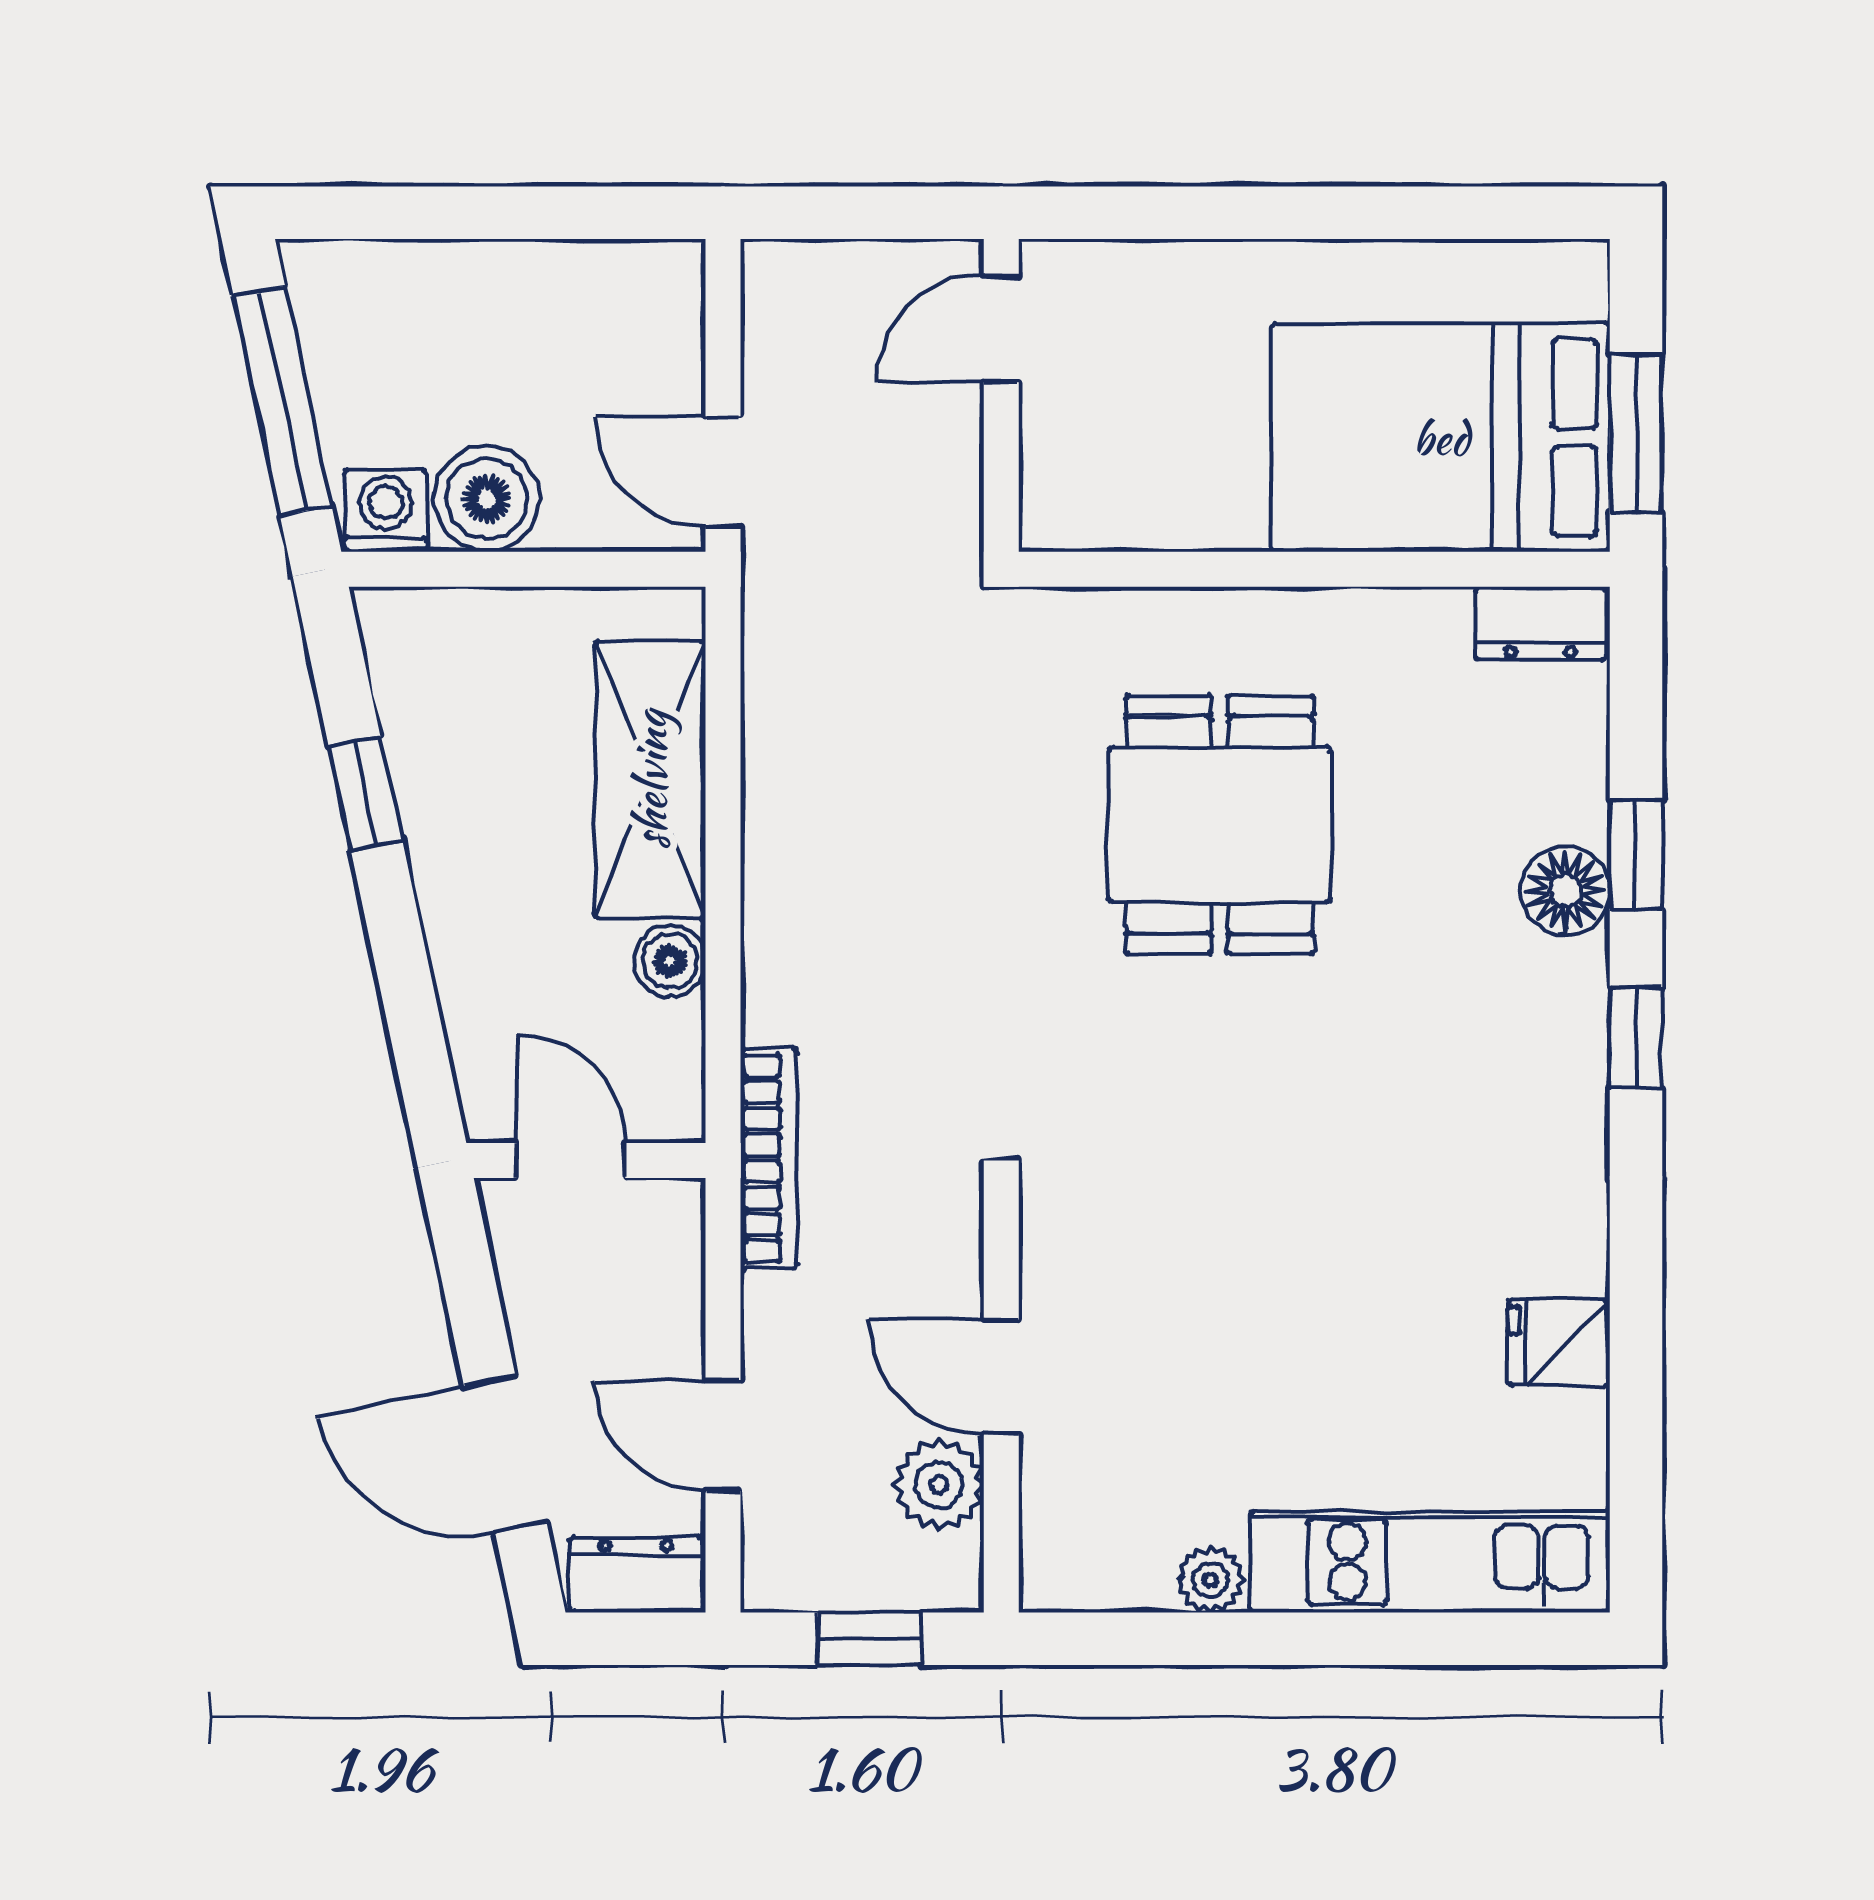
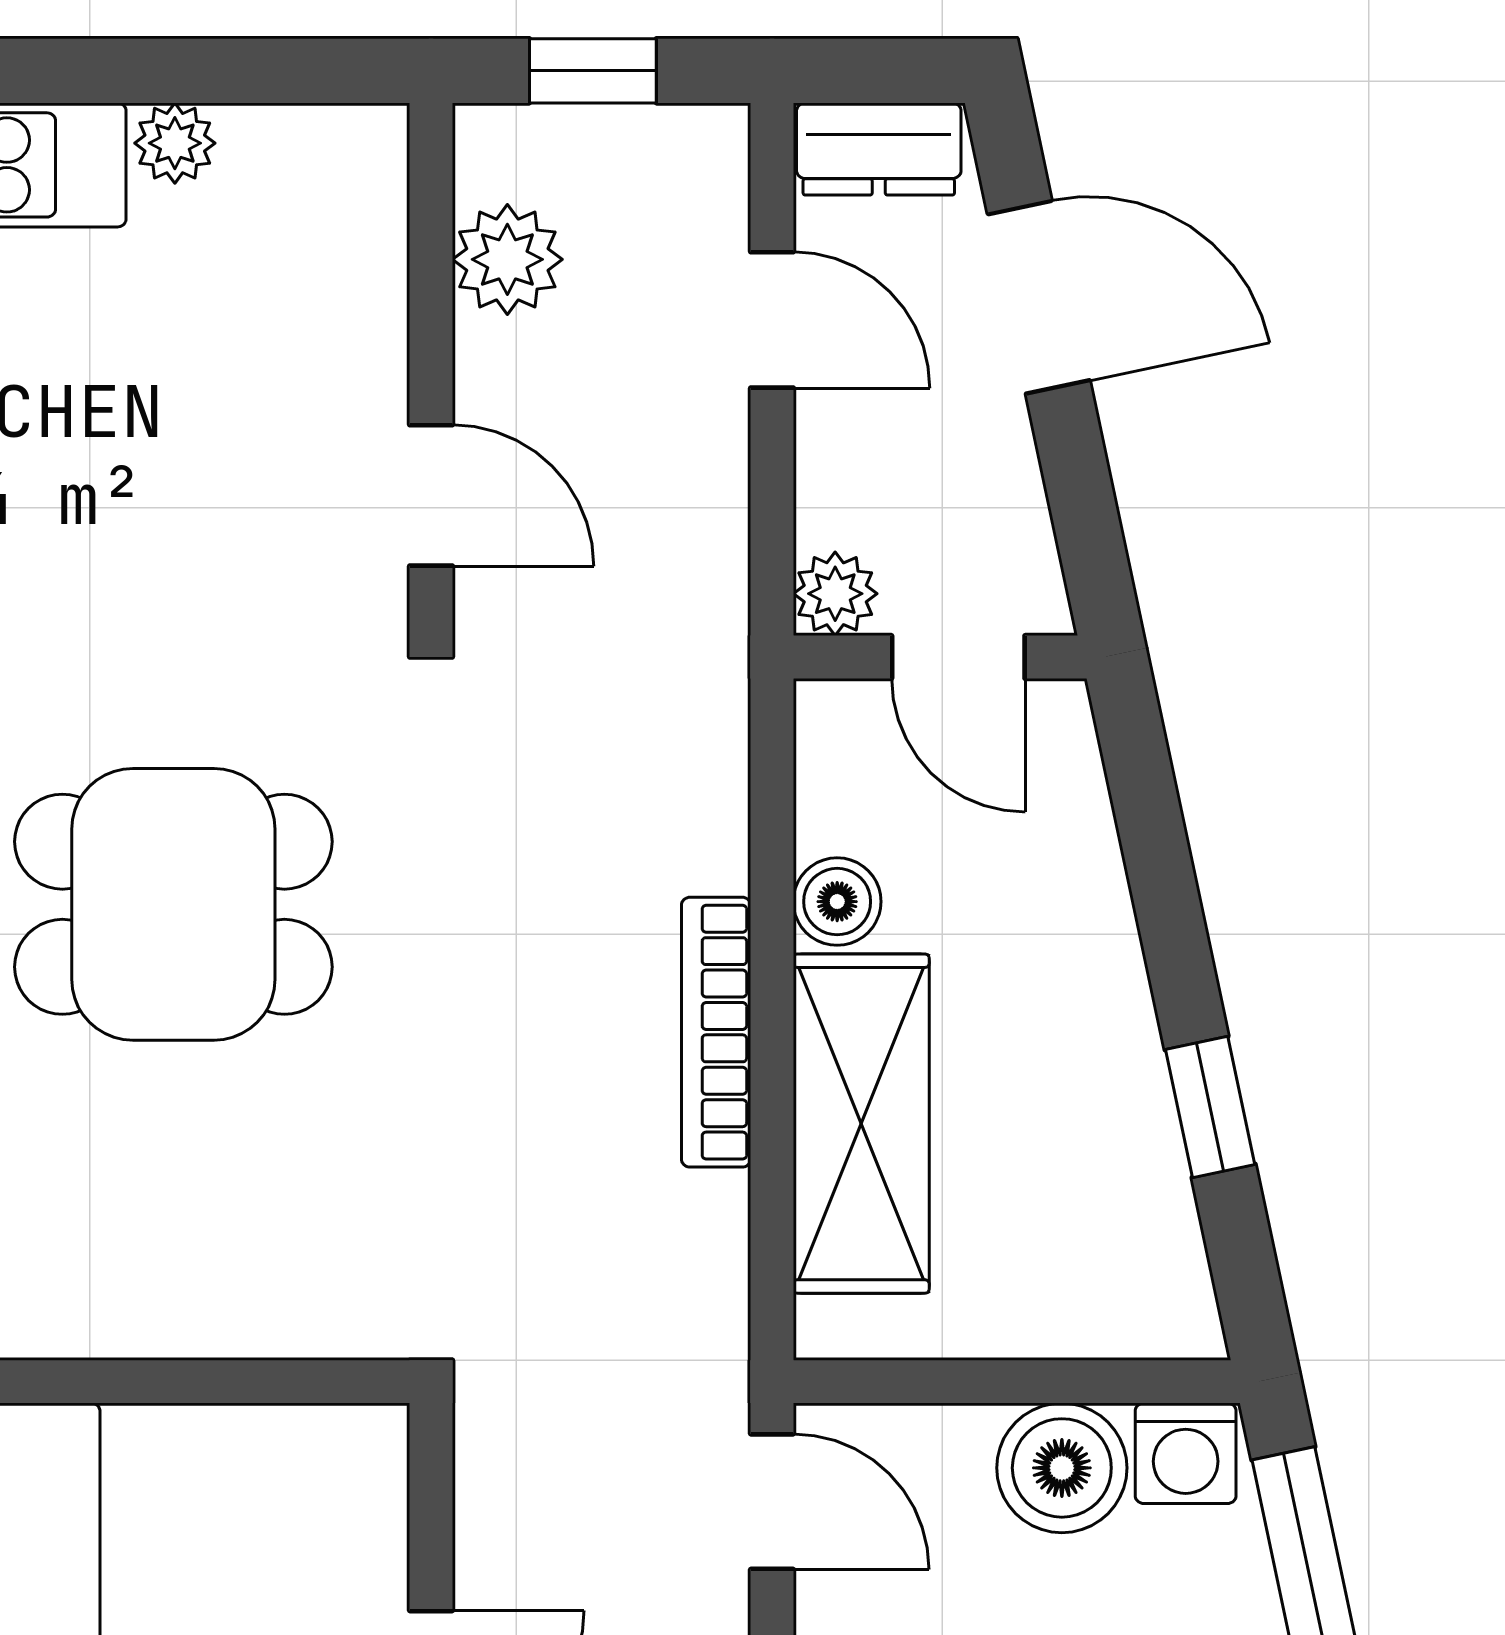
dining table: (1220, 825) -> (173, 904), moved, turned 90
bookcase: (769, 1158) -> (716, 1032), moved
plant: (671, 1212) -> (835, 594), added
door: (1001, 1377) -> (431, 495), moved

